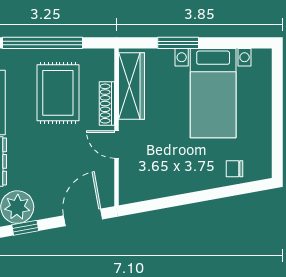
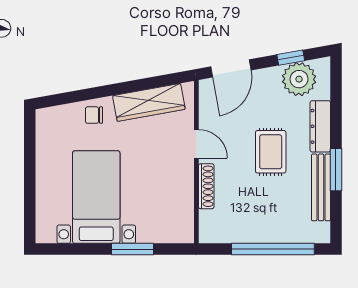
wardrobe: (131, 86) -> (149, 102), moved, turned -100
rug: (58, 93) -> (271, 152), moved, width x0.73, depth x0.70
chair: (234, 169) -> (94, 115), moved, turned 180

